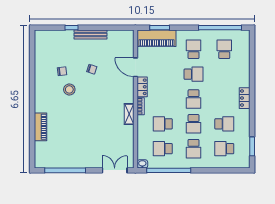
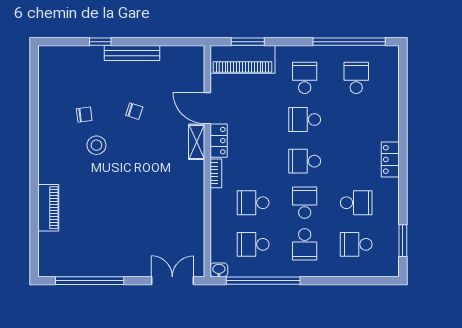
school desk: (194, 74) -> (305, 119), turned 180
school desk: (194, 99) -> (305, 161), turned 90
shelving: (129, 114) -> (197, 142), moved
school desk: (194, 124) -> (305, 203), turned 180

